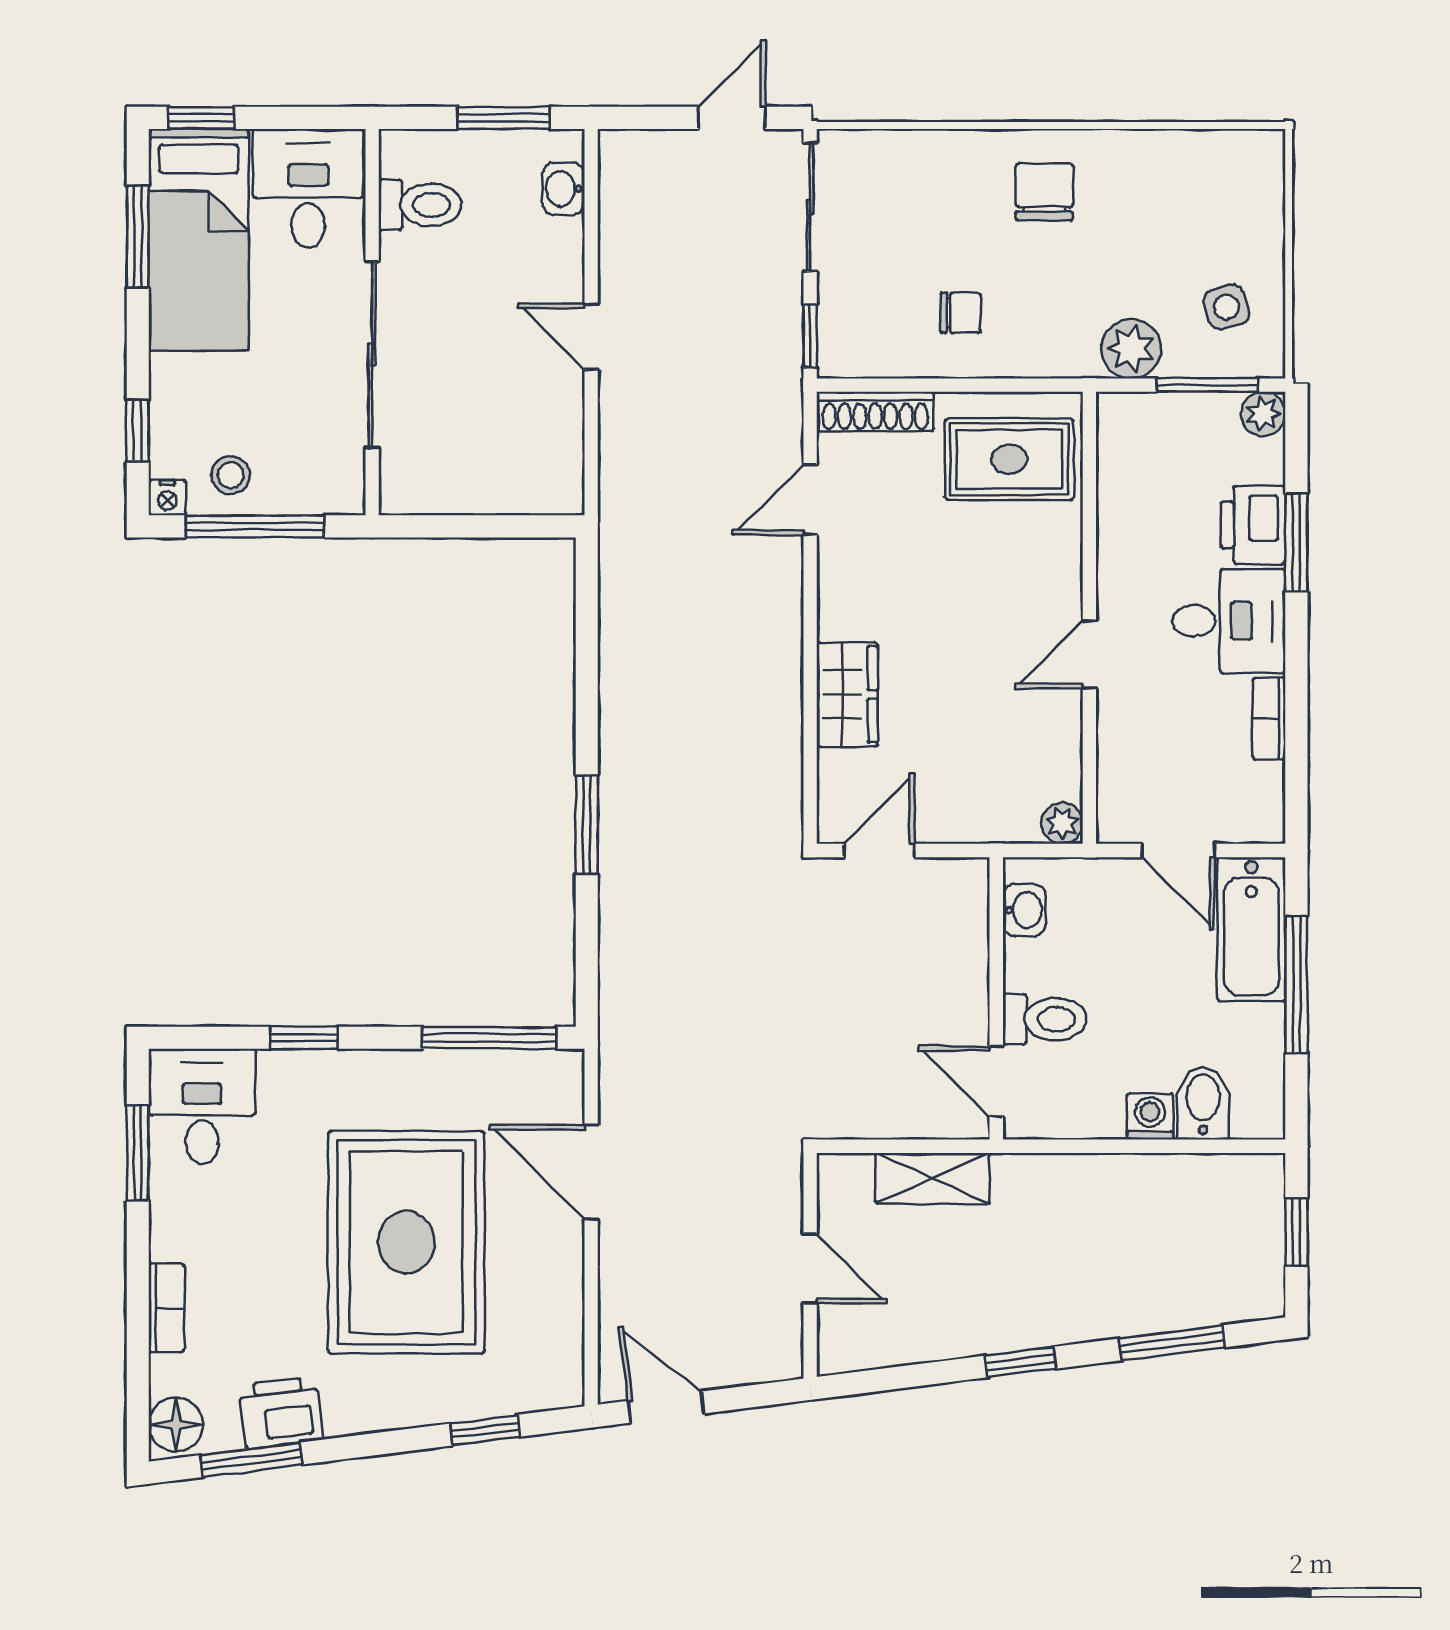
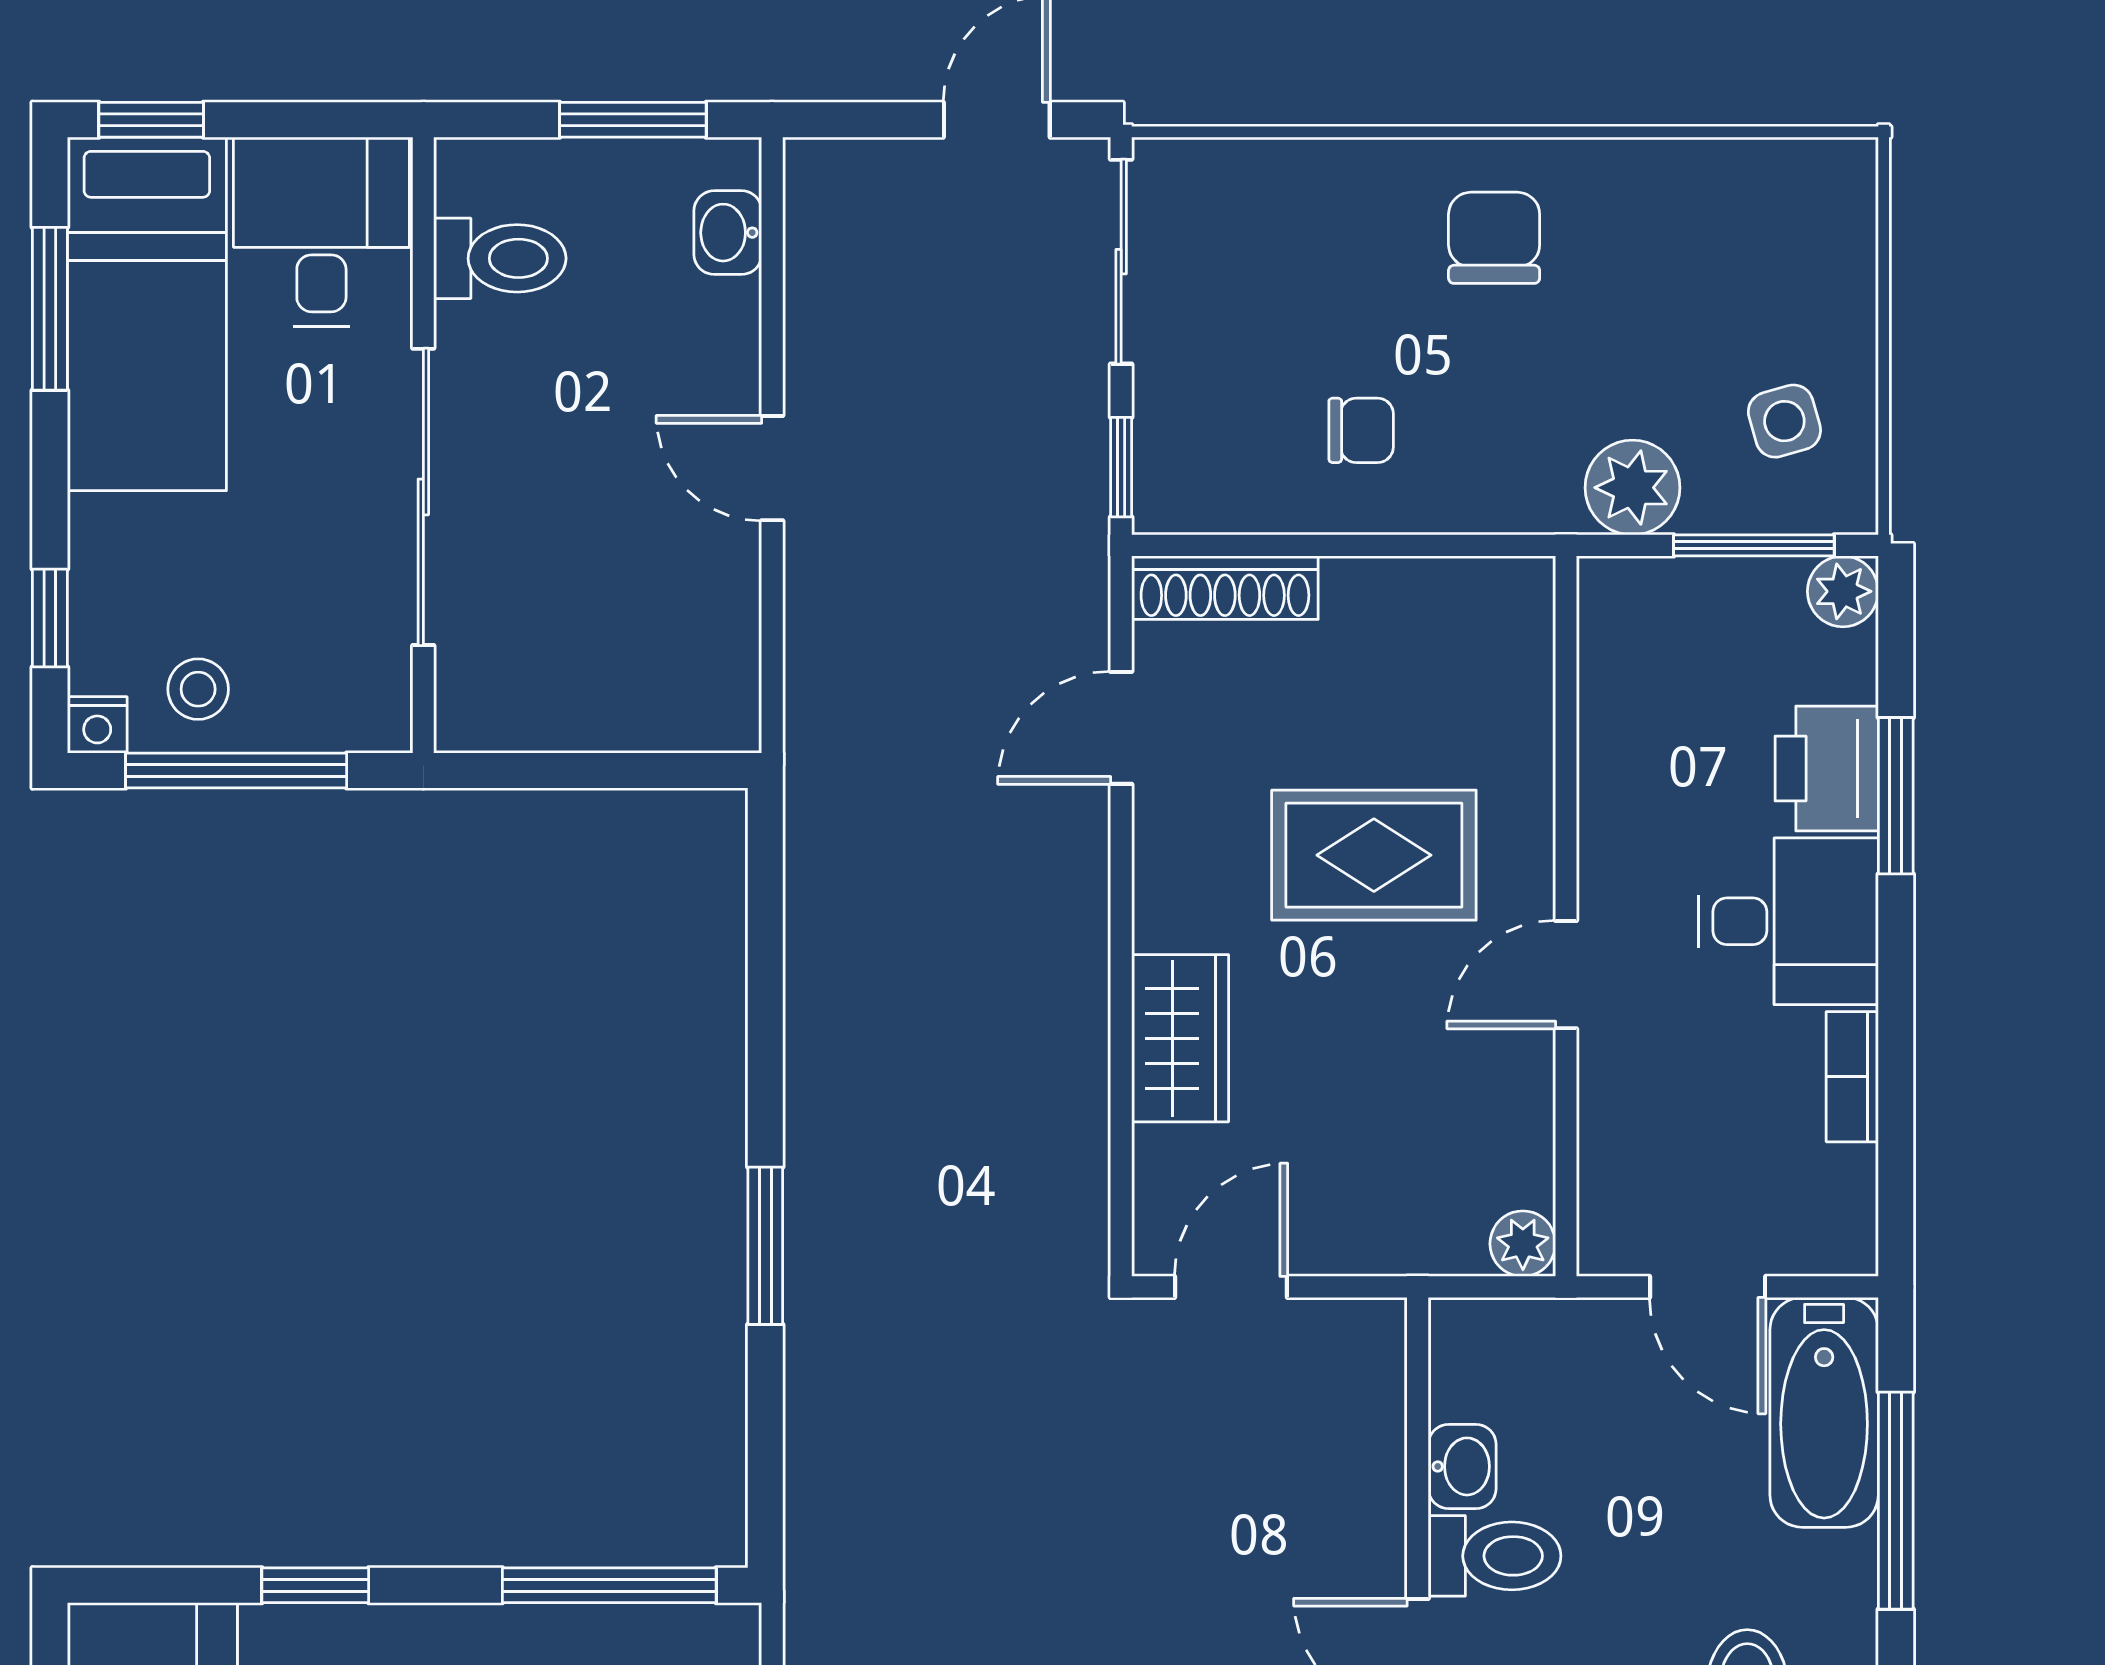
rug: (1009, 459) -> (1374, 855), moved
washbasin: (1024, 910) -> (1462, 1466), moved

